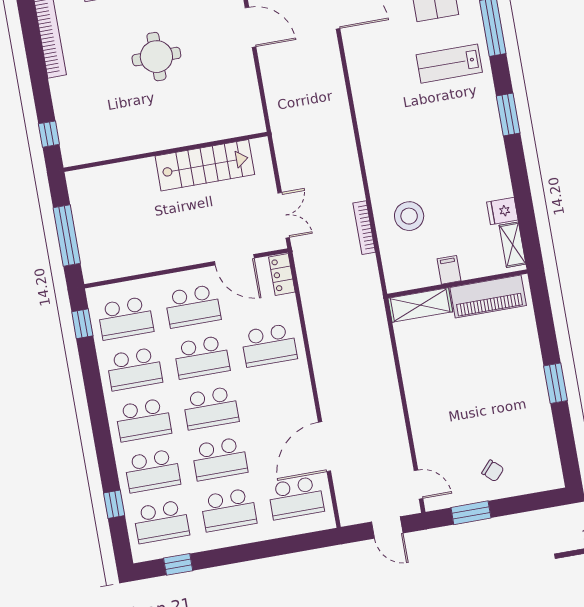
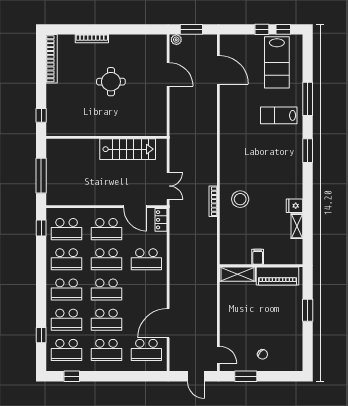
filing cabinet: (449, 270) -> (258, 257), moved
wall: (457, 284) -> (261, 266), moved
piano: (488, 296) -> (278, 276), moved
shelving: (420, 305) -> (238, 274), moved

